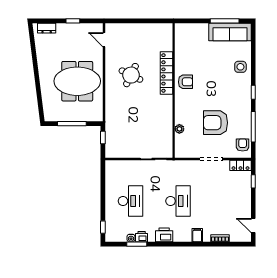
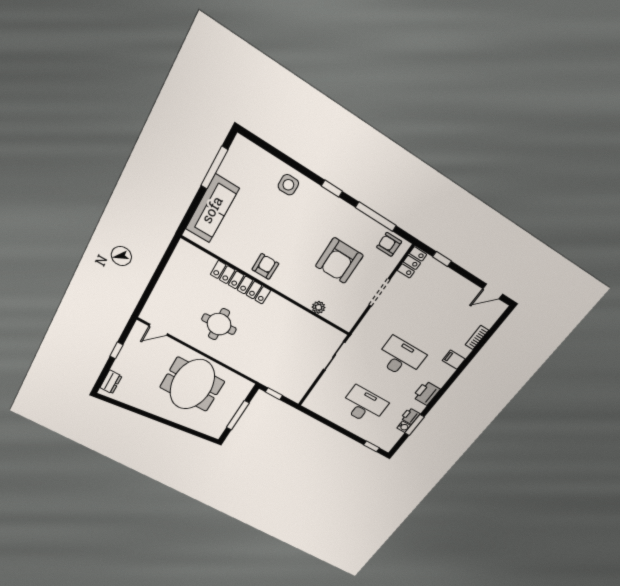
sofa: (230, 32) -> (212, 209), moved
round table: (131, 75) -> (219, 324), turned -30

